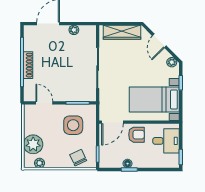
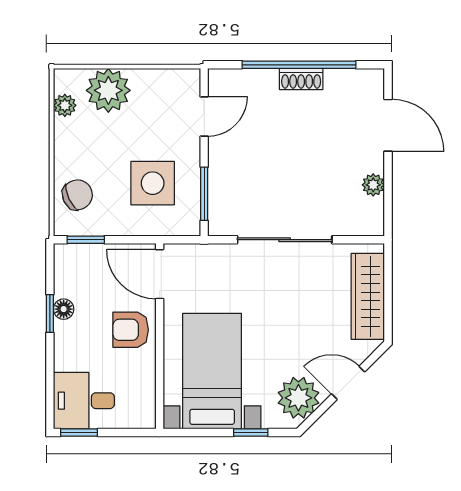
plant: (172, 62) -> (298, 398), width x1.88, depth x1.88
shoe rack: (28, 65) -> (301, 79), width x0.70
armchair: (136, 135) -> (131, 330), turned 90
desk: (166, 141) -> (84, 401), moved, turned 90

